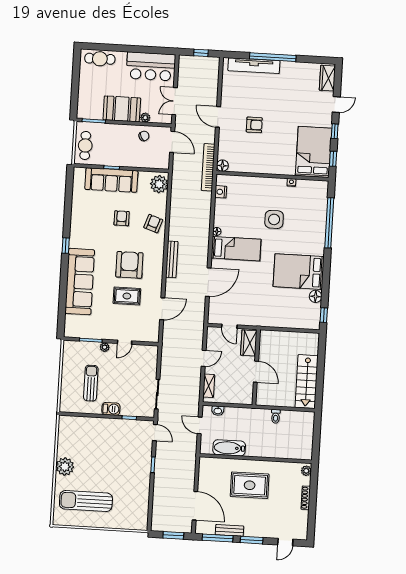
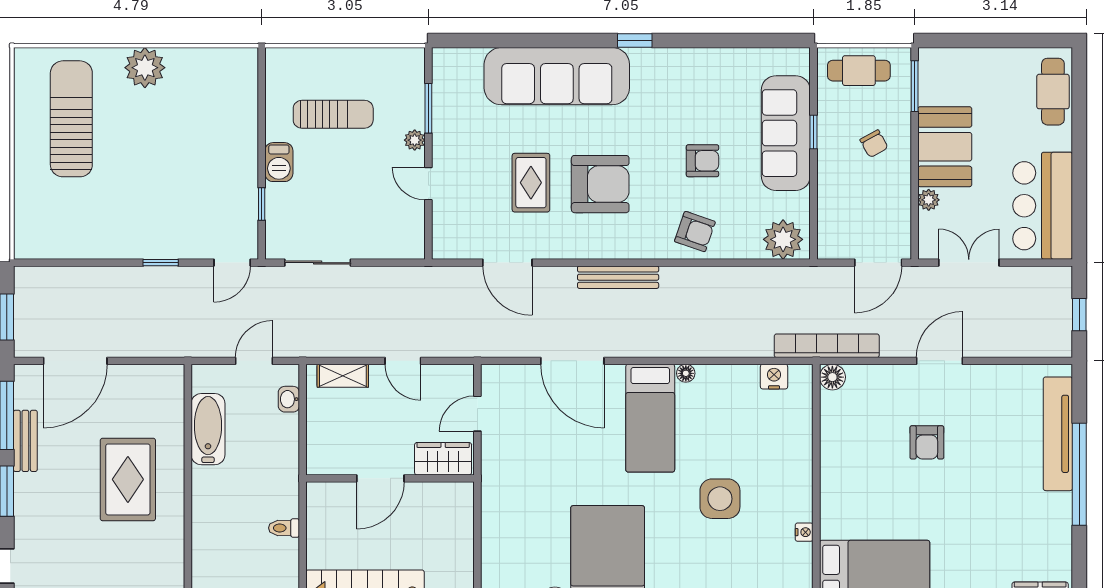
chair: (144, 136) -> (874, 144), moved

